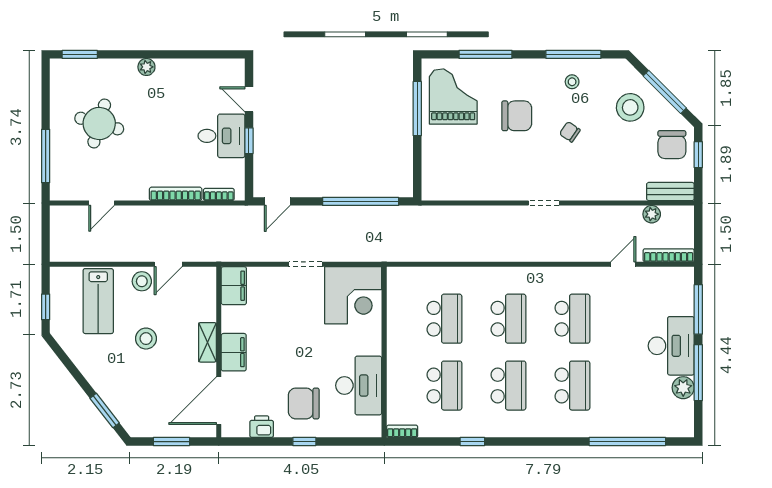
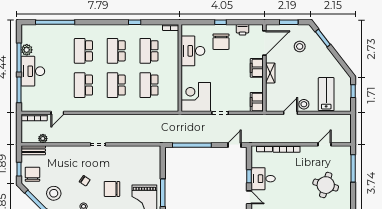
stool: (146, 339) -> (300, 46), moved
chair: (304, 403) -> (221, 42), turned 90

